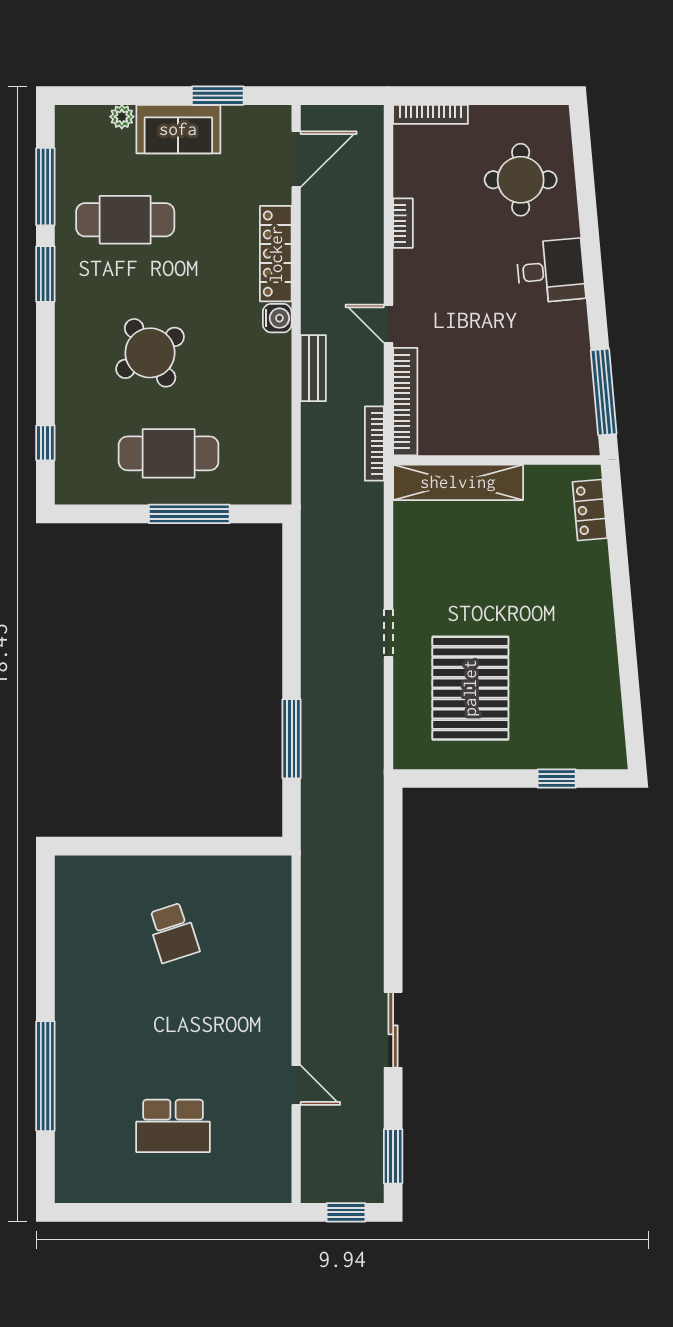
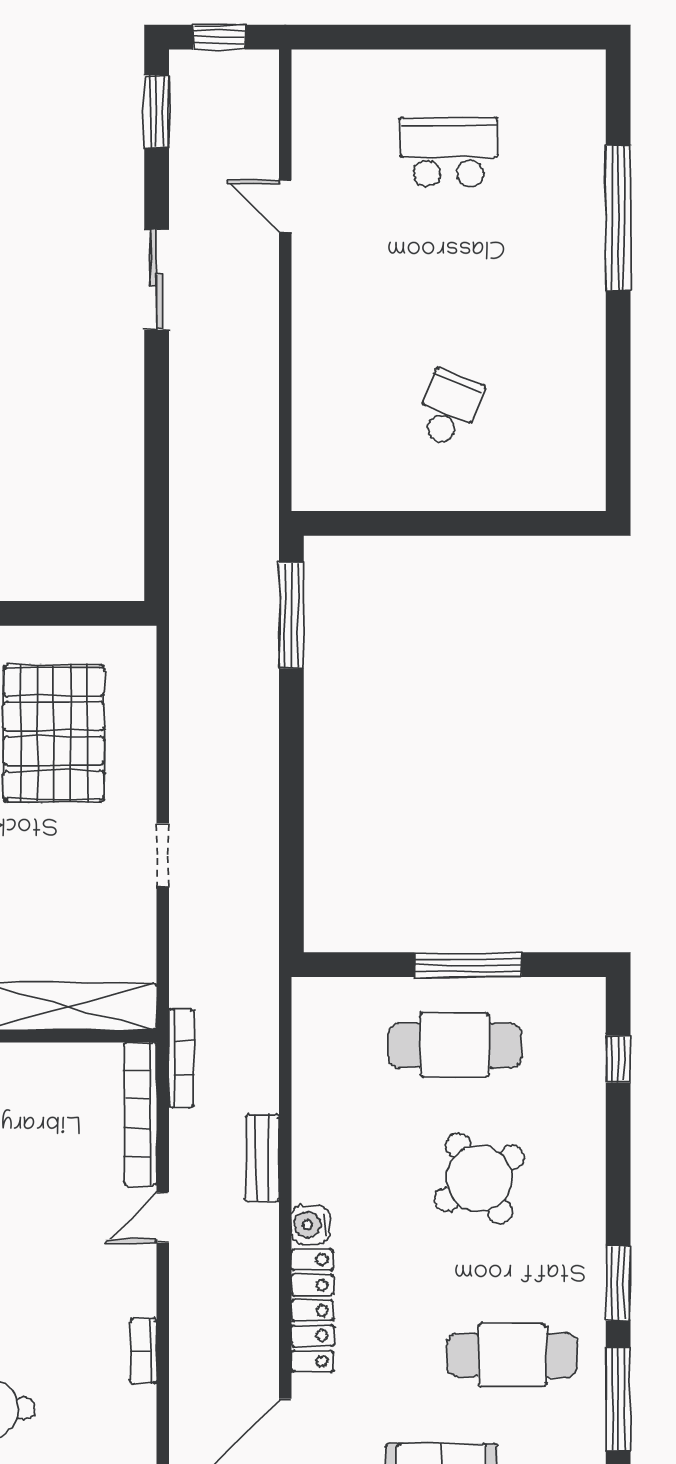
door: (388, 324) -> (163, 1217), swing flipped
window: (189, 514) -> (468, 965), moved
doorway: (388, 633) -> (163, 855), moved
window: (292, 739) -> (291, 616), moved
school desk: (173, 933) -> (449, 409), turned 39

